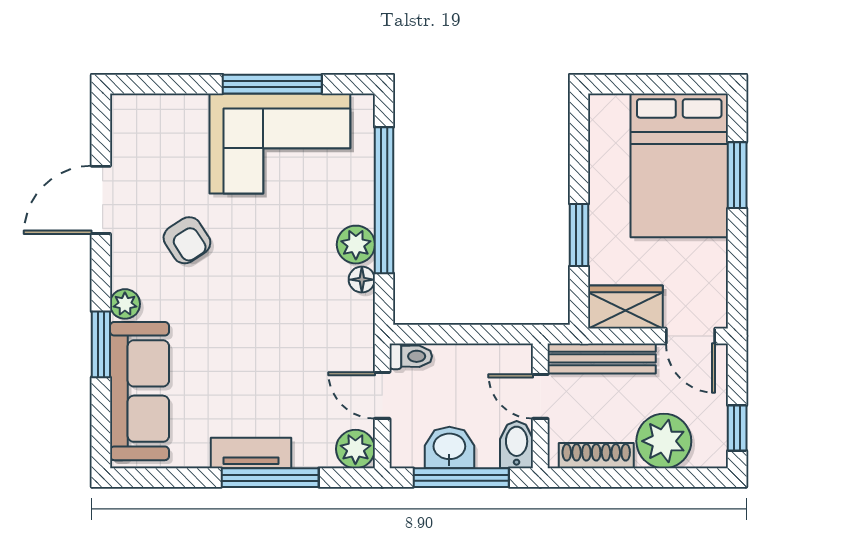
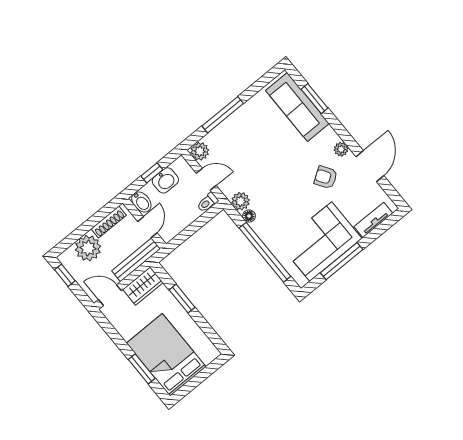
plant: (356, 245) -> (241, 201), moved
plant: (125, 304) -> (341, 149), moved
window: (101, 344) -> (314, 99), moved
door: (540, 396) -> (147, 227), hinge flipped
tv unit: (251, 453) -> (373, 220), moved, turned 180
window: (461, 478) -> (152, 173), width x0.46

